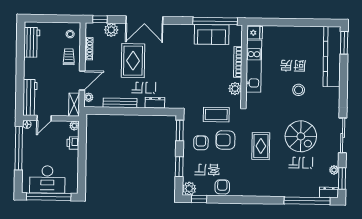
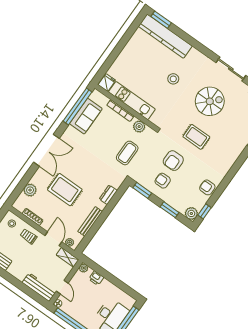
window: (100, 19) -> (16, 193), removed
double door: (144, 20) -> (46, 150), moved
coffee table: (216, 115) -> (127, 153), moved

